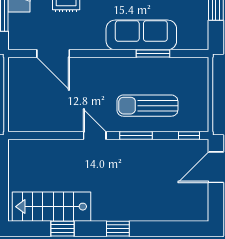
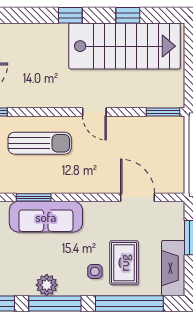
window: (136, 136) -> (163, 112), moved
stairs: (51, 207) -> (125, 46), width x1.36, depth x1.51

